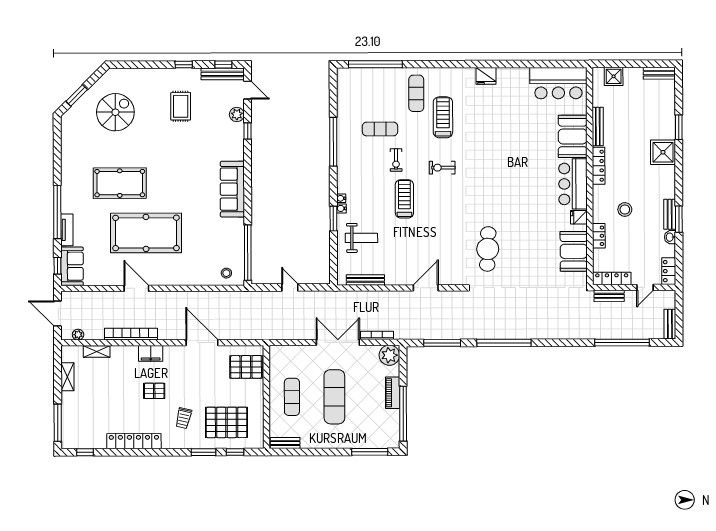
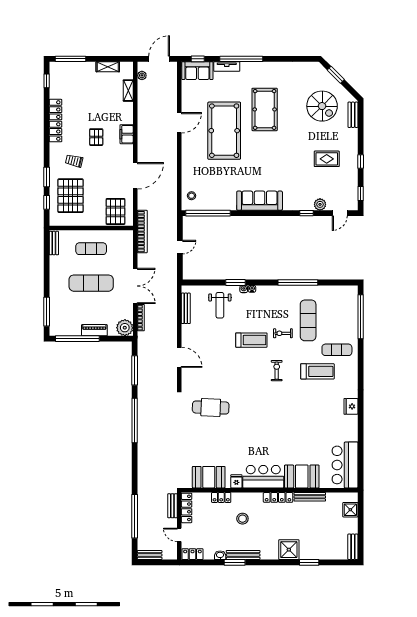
bench: (223, 74) -> (353, 115), moved, width x0.73
exercise mat: (380, 129) -> (308, 320), width x1.36, depth x1.45
bench: (670, 214) -> (243, 555), width x1.36
bookcase: (131, 334) -> (142, 232), moved

